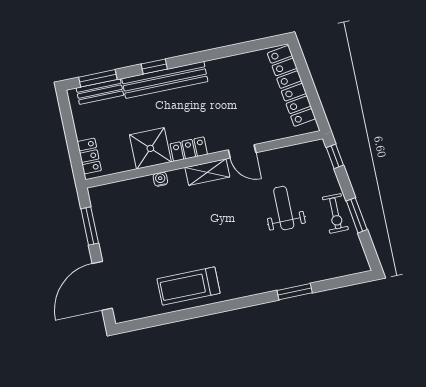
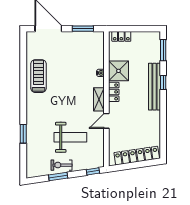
bench: (100, 92) -> (155, 50), removed
weight bench: (284, 208) -> (70, 137), width x1.36, depth x1.33

